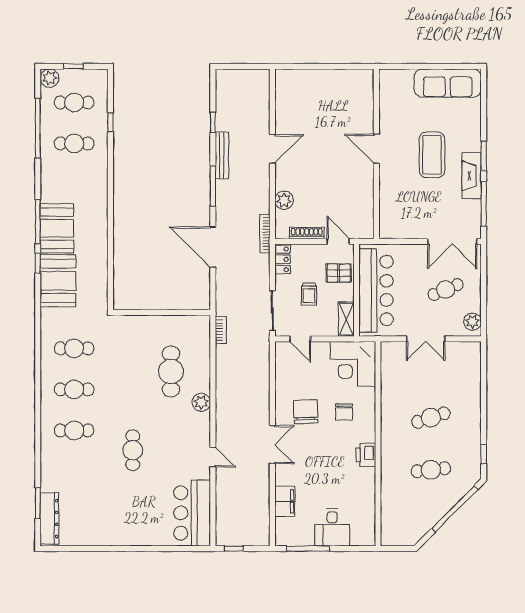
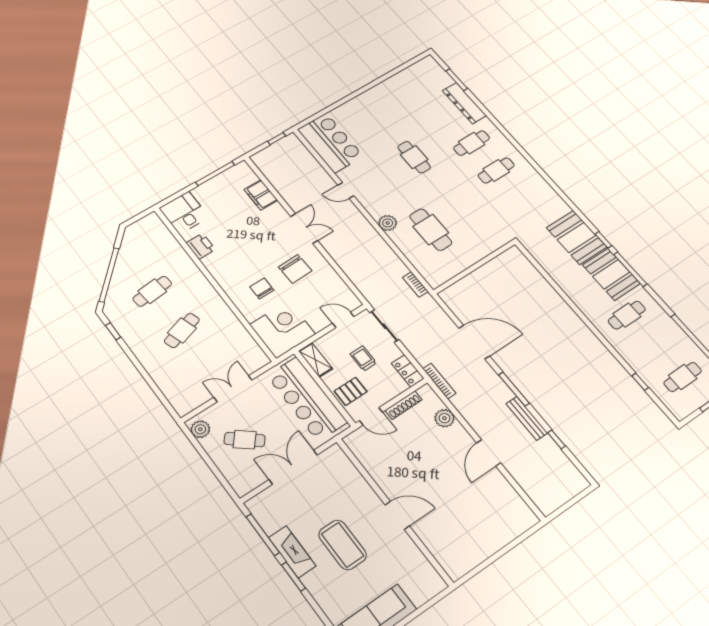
cafe table: (74, 143) -> (627, 315), moved
double door: (452, 241) -> (293, 467), moved
cafe table: (446, 290) -> (245, 440), turned 63
cafe table: (74, 348) -> (521, 198), removed
double door: (272, 444) -> (304, 228), swing flipped
printer: (366, 455) -> (201, 246), moved
dresser: (49, 518) -> (464, 103), moved
desk: (332, 527) -> (184, 213), moved

